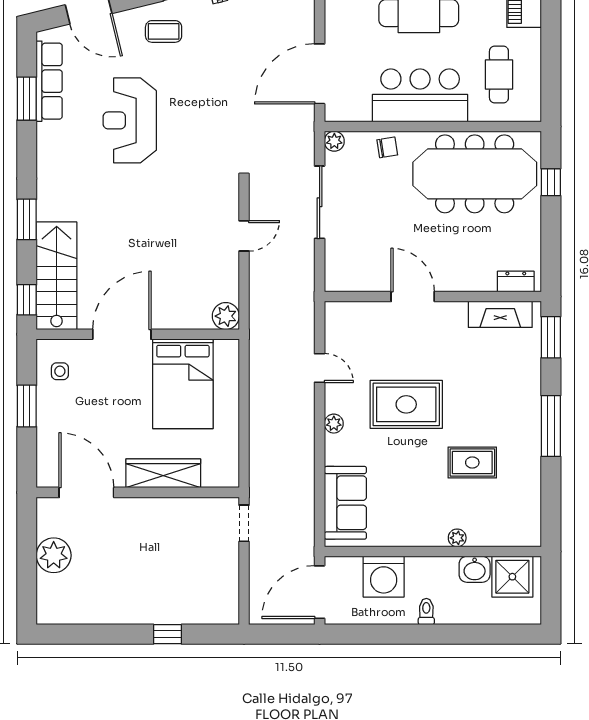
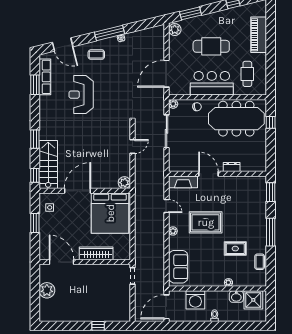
dresser: (516, 281) -> (232, 167), moved
fireplace: (500, 314) -> (183, 182), moved
bed: (183, 384) -> (110, 213), width x1.36
coffee table: (526, 492) -> (260, 262), added

